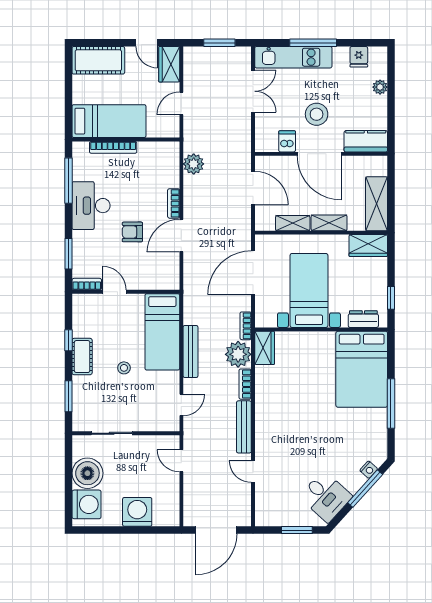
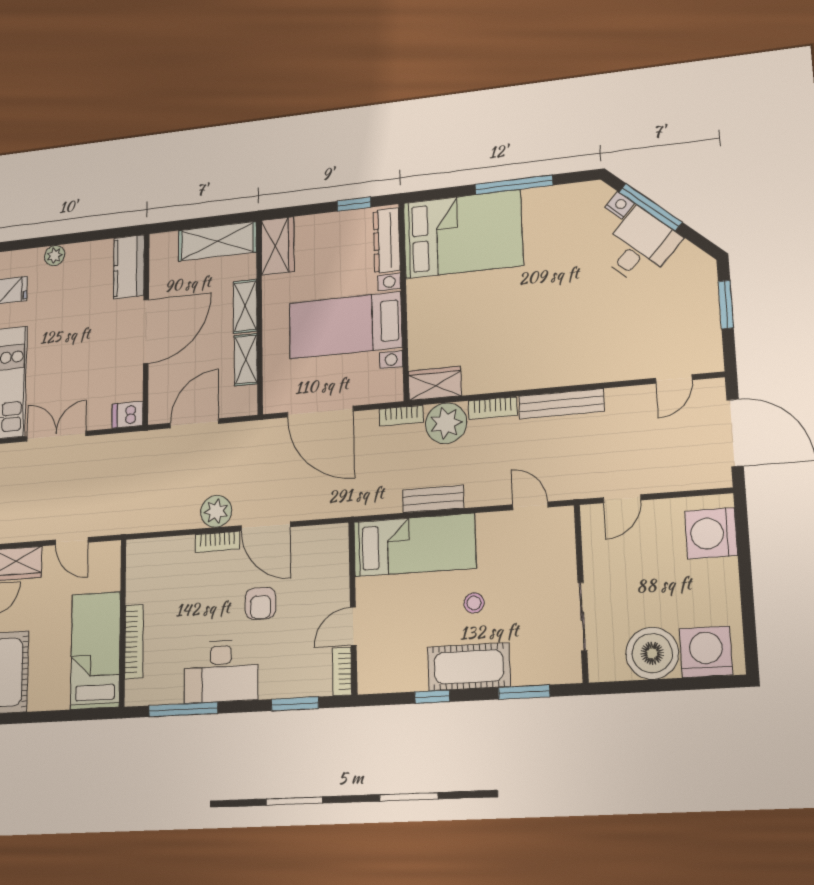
stool: (317, 114) -> (90, 341), removed
dishwasher: (287, 141) -> (128, 415), moved
plant: (194, 164) -> (216, 511), moved
dresser: (363, 319) -> (387, 240), width x1.44
bench: (191, 351) -> (433, 499), width x0.73
cot: (82, 357) -> (469, 667), width x1.37, depth x1.34
door: (253, 472) -> (674, 379), moved
desk: (326, 497) -> (640, 246), moved
washing machine: (137, 512) -> (711, 533), moved

